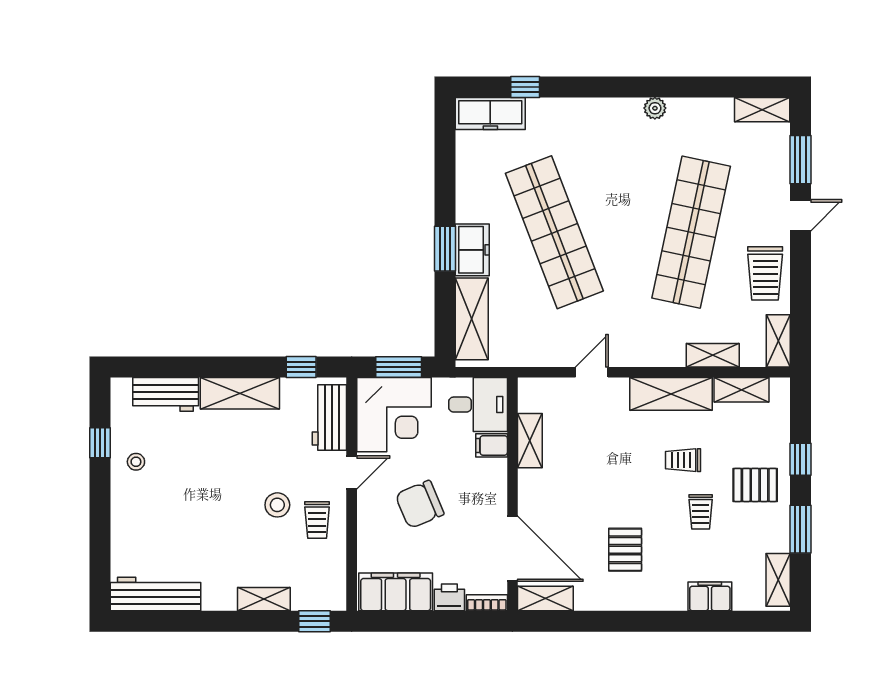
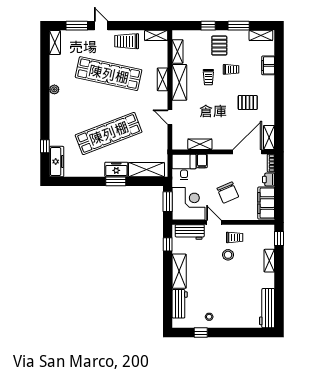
trolley: (765, 273) -> (127, 41), turned 180
shelving: (713, 355) -> (162, 79), moved

